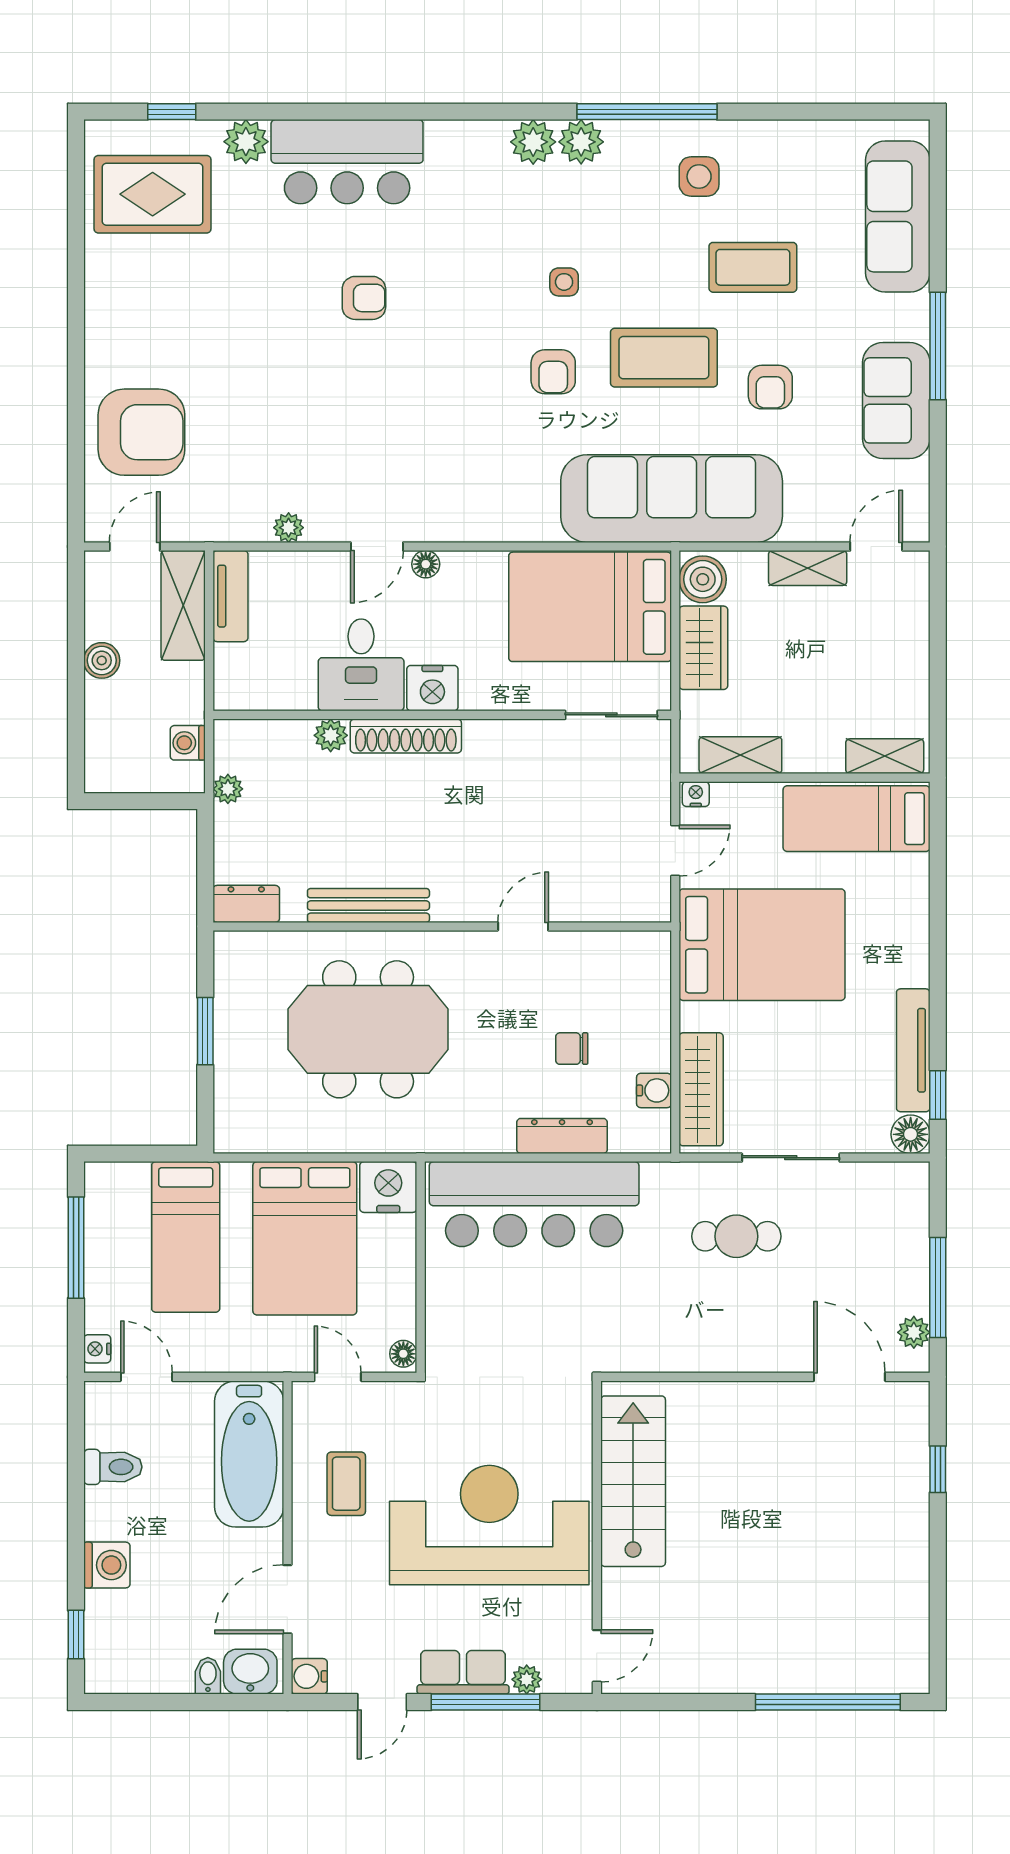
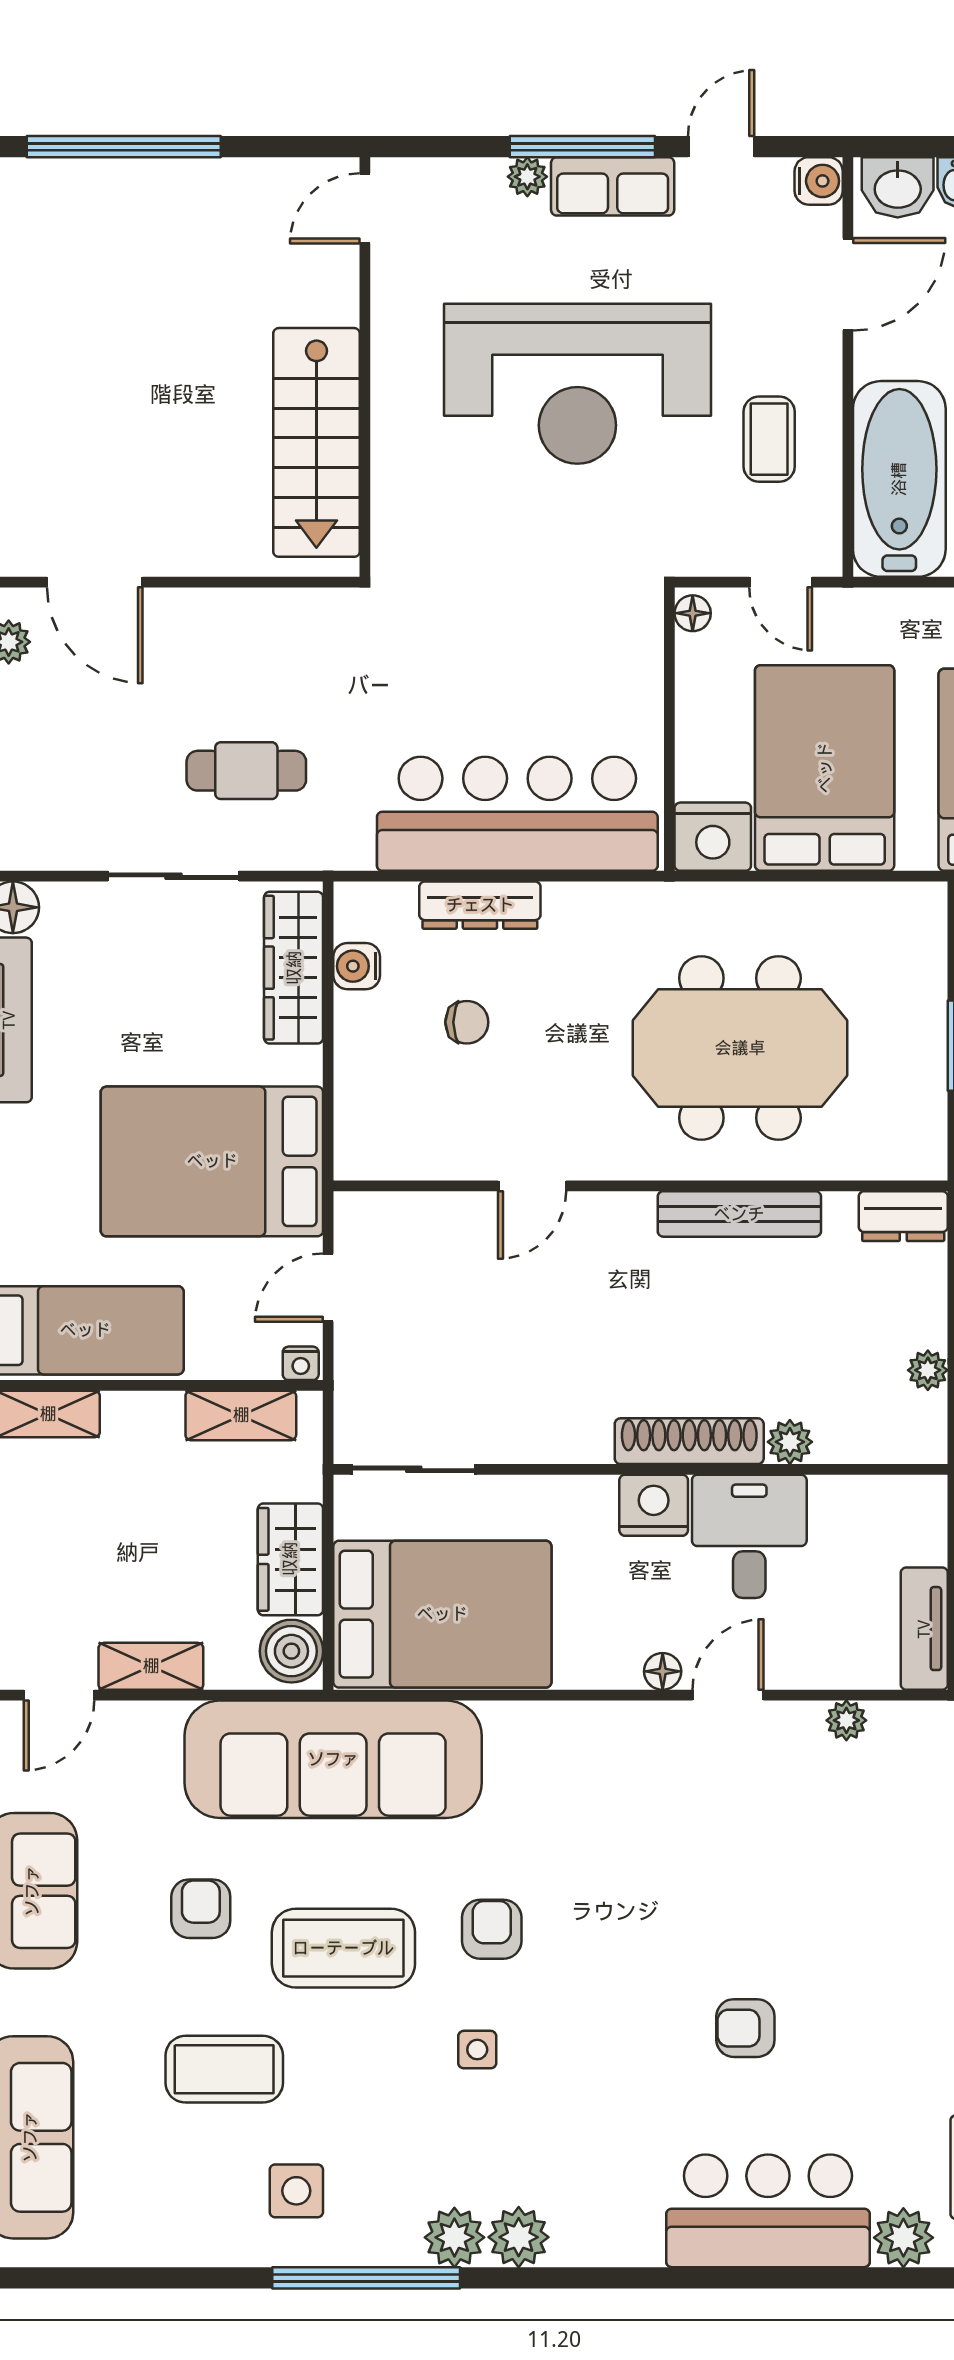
stairs: (633, 1481) -> (316, 442), moved
wall: (597, 1538) -> (365, 367), moved
door: (597, 1656) -> (365, 208), moved

